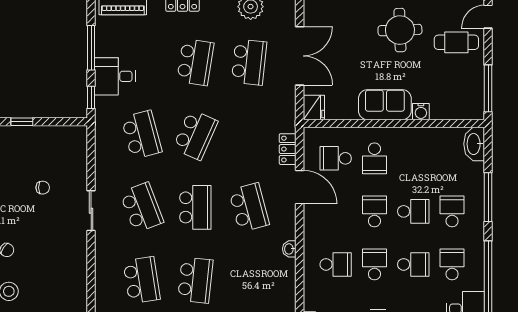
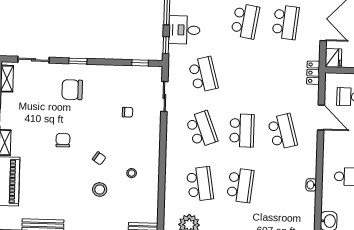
window: (22, 122) -> (140, 63), moved
school desk: (195, 135) -> (244, 76), removed
locker: (288, 149) -> (313, 73), moved
sliding door: (91, 211) -> (164, 96), moved
washbasin: (289, 249) -> (311, 185), moved
stool: (51, 268) -> (132, 173), added

